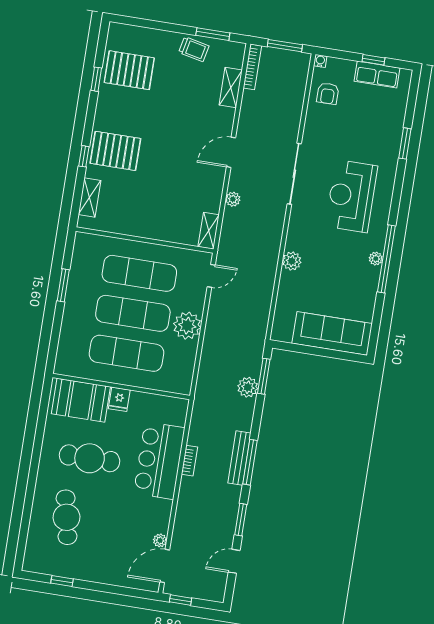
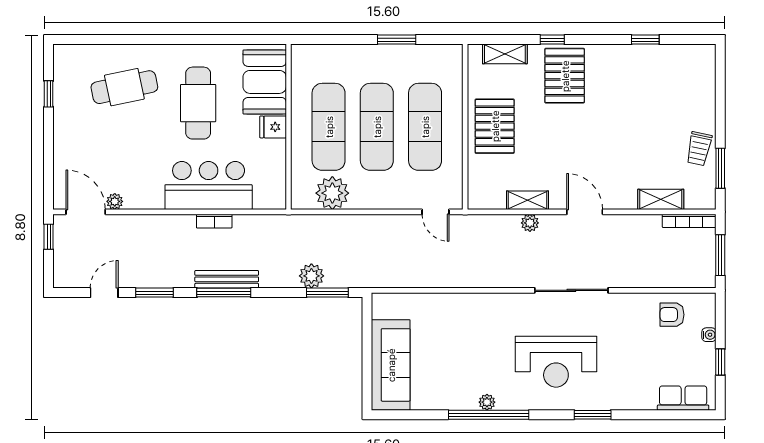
water cooler: (320, 61) -> (709, 335), moved
pallet: (129, 70) -> (495, 126), moved
row of seats: (377, 75) -> (683, 398), moved, turned 90
window: (405, 143) -> (593, 415), moved
reception desk: (351, 196) -> (556, 362), turned 180
shelving: (209, 231) -> (527, 200), moved
plant: (292, 261) -> (468, 304), removed
plant: (187, 326) -> (332, 193), moved
door: (234, 561) -> (104, 293), hinge flipped

